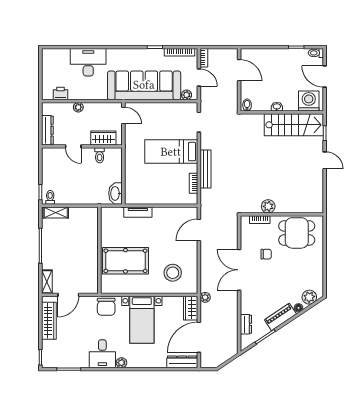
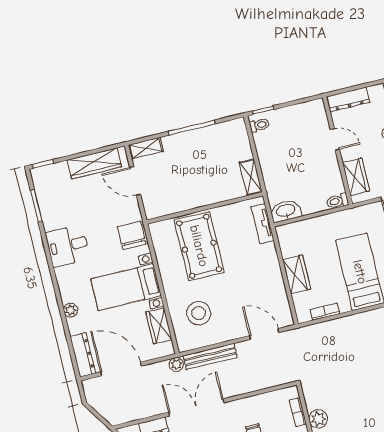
door: (73, 146) -> (335, 139), swing flipped
toilet: (100, 155) -> (337, 201), moved
bench: (205, 169) -> (210, 357), moved
wardrobe: (162, 197) -> (297, 274), added
shelving: (56, 212) -> (251, 177), moved
tv unit: (138, 212) -> (262, 223), moved
double door: (239, 270) -> (196, 407), moved
chair: (106, 307) -> (132, 235), turned 90
wardrobe: (191, 308) -> (159, 326), moved, turned -90
plant: (121, 363) -> (71, 310), moved

